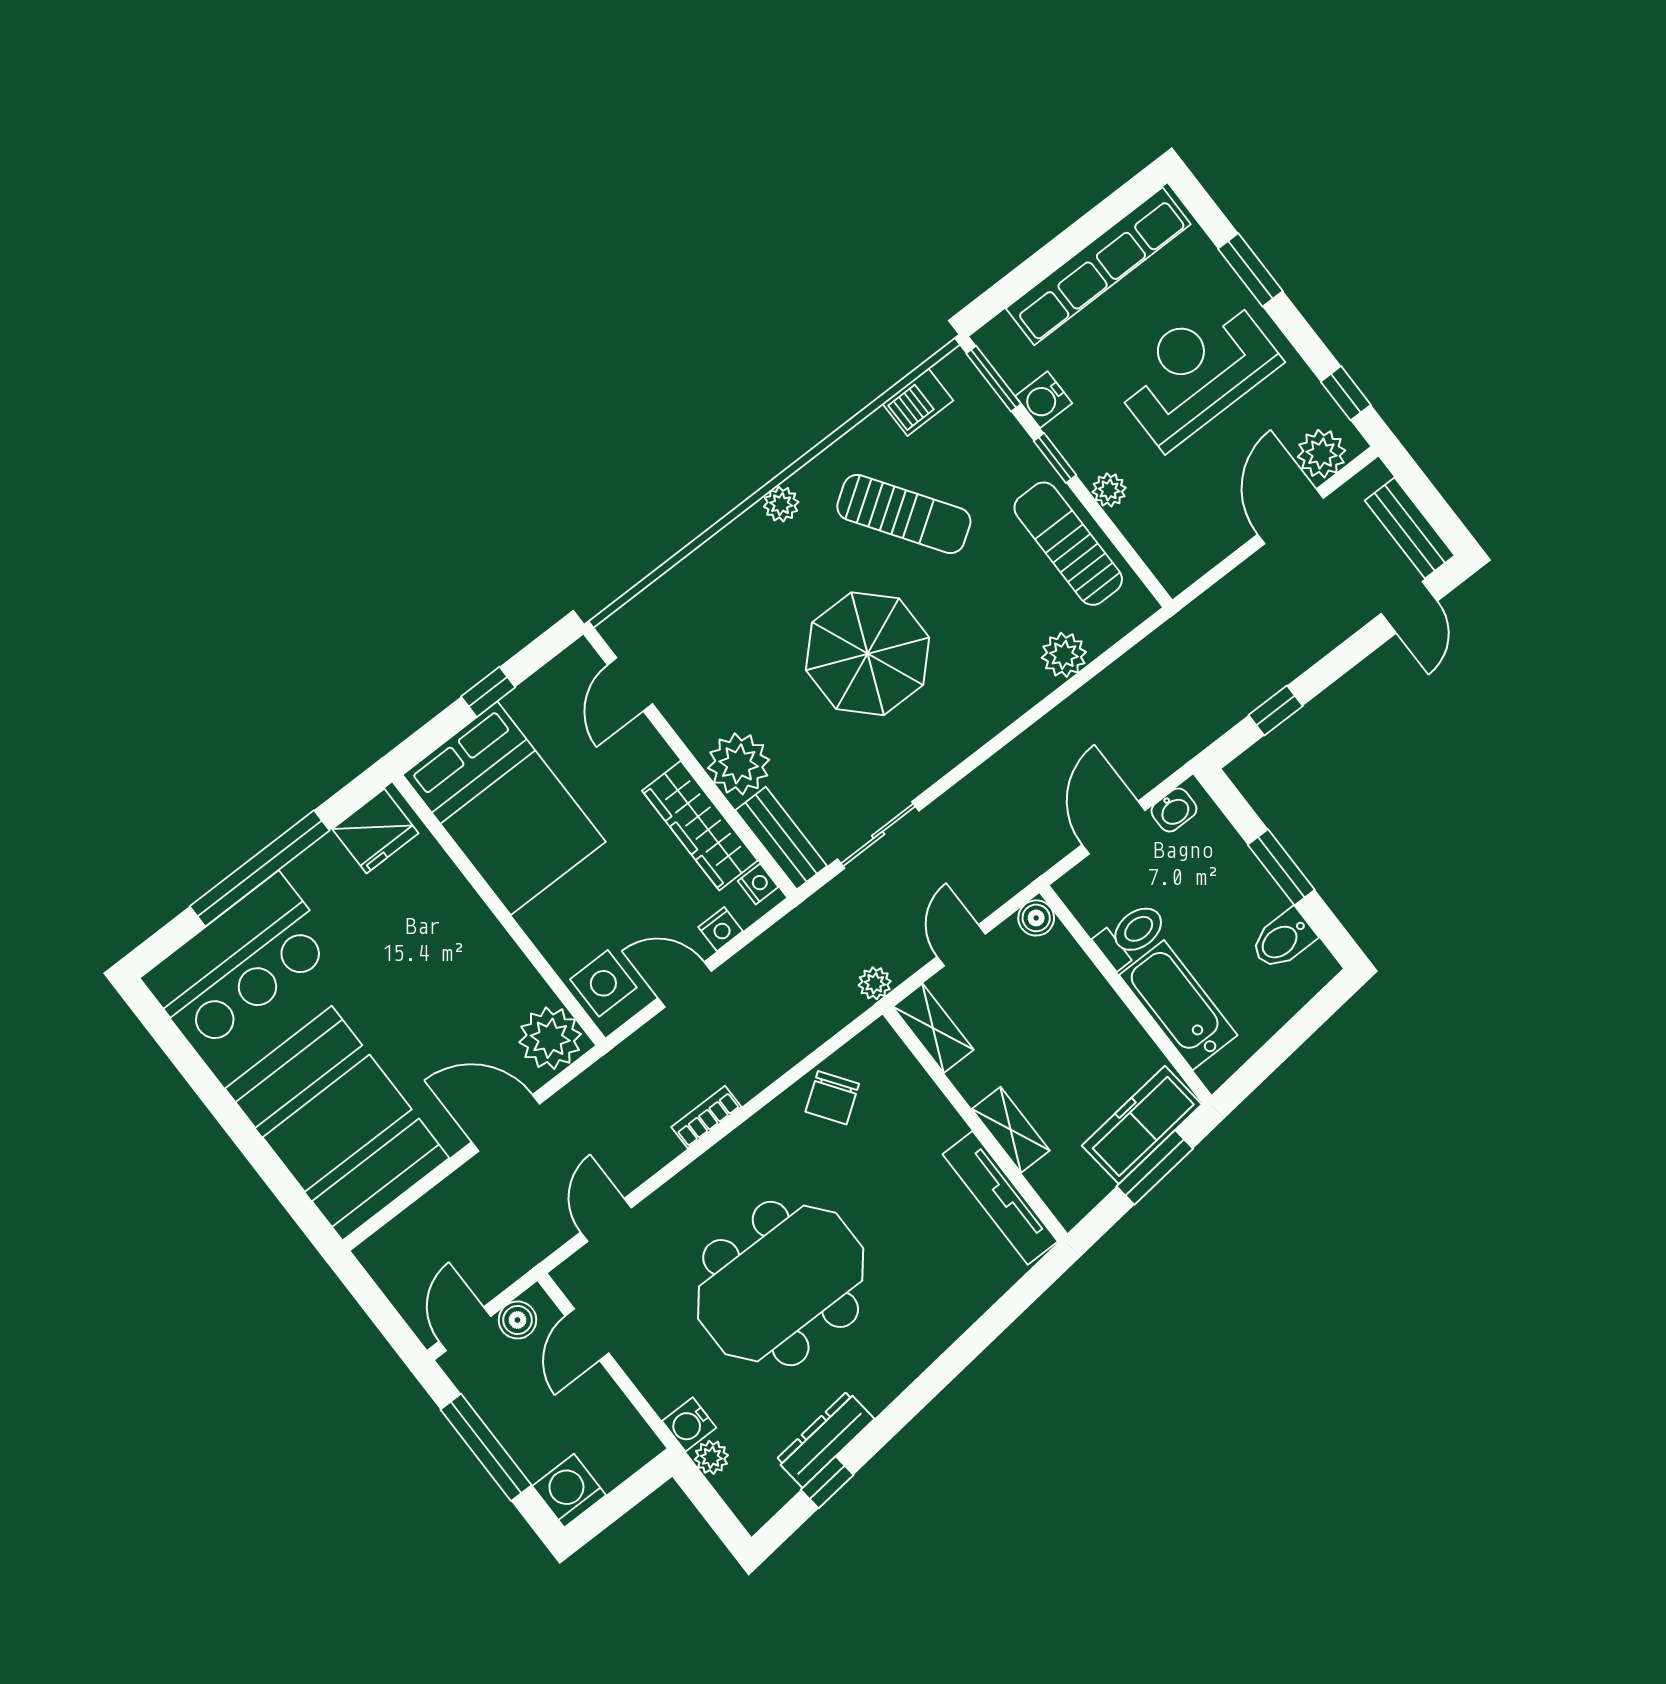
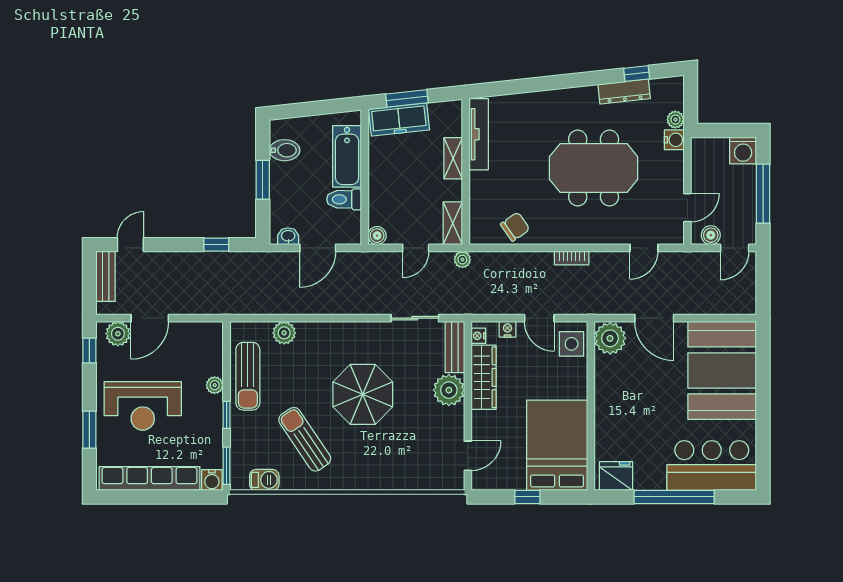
water cooler: (1044, 400) -> (212, 480), moved, turned 90
plant: (781, 504) -> (351, 481), removed

